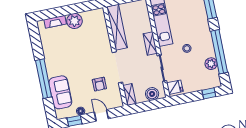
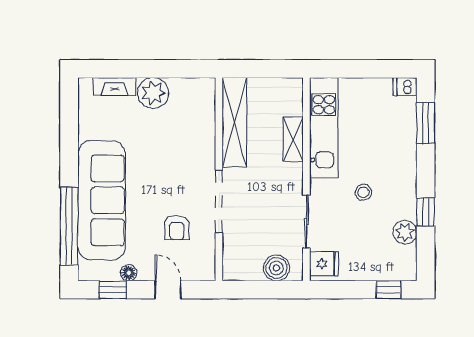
shelving: (150, 44) -> (293, 139), moved
window: (219, 52) -> (426, 212), width x0.32
window: (44, 79) -> (69, 226), moved
sofa: (60, 92) -> (102, 200), width x1.85, depth x1.27
shelving: (129, 95) -> (232, 260), removed

